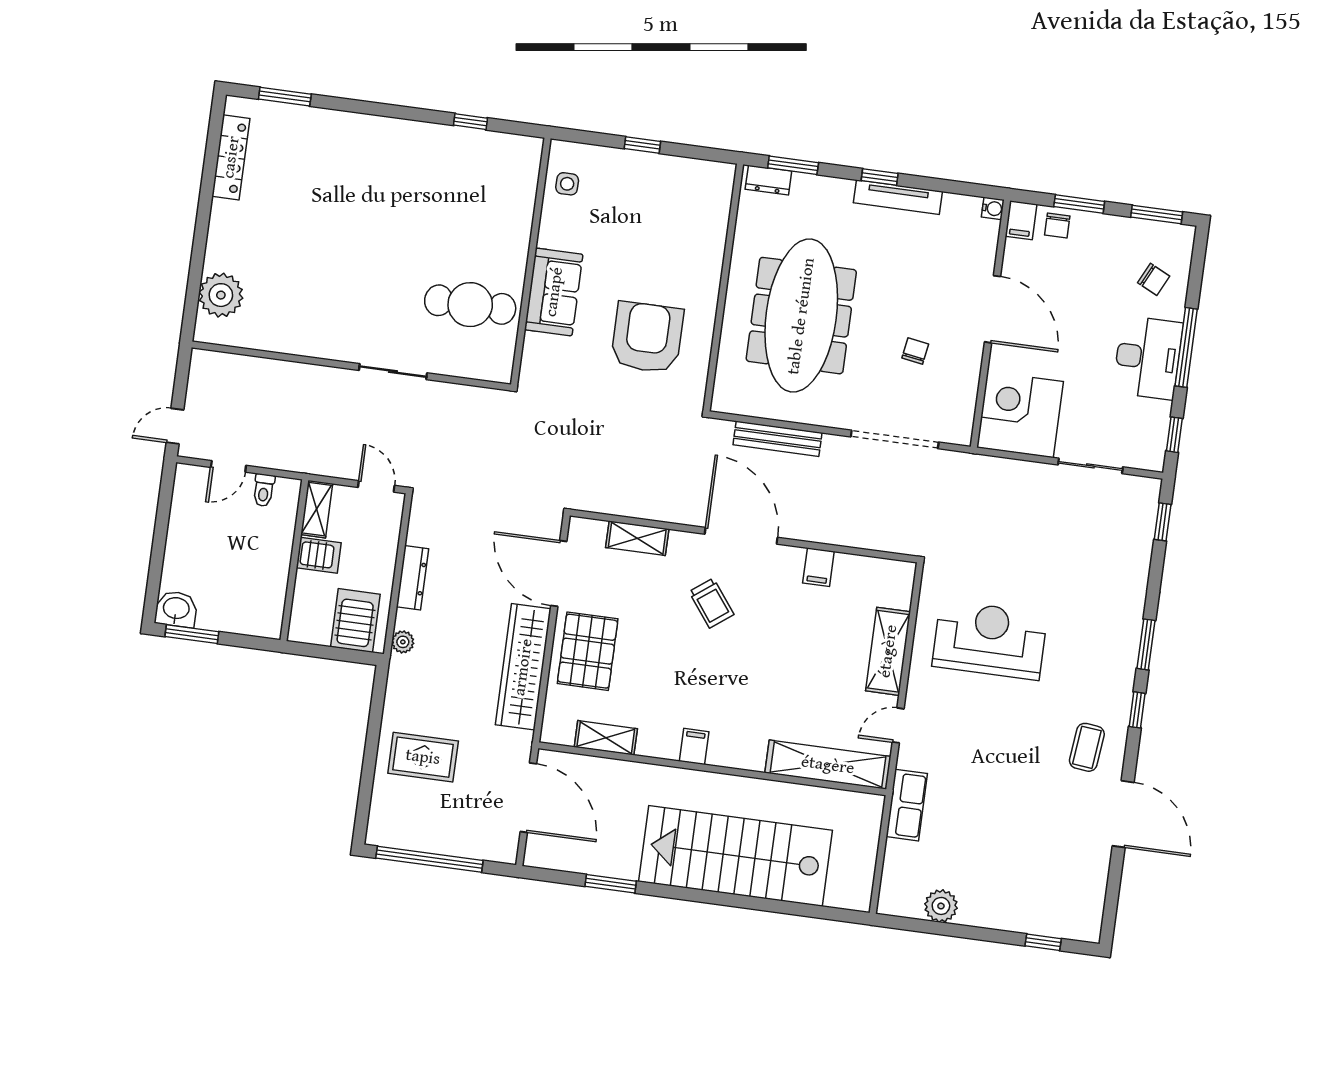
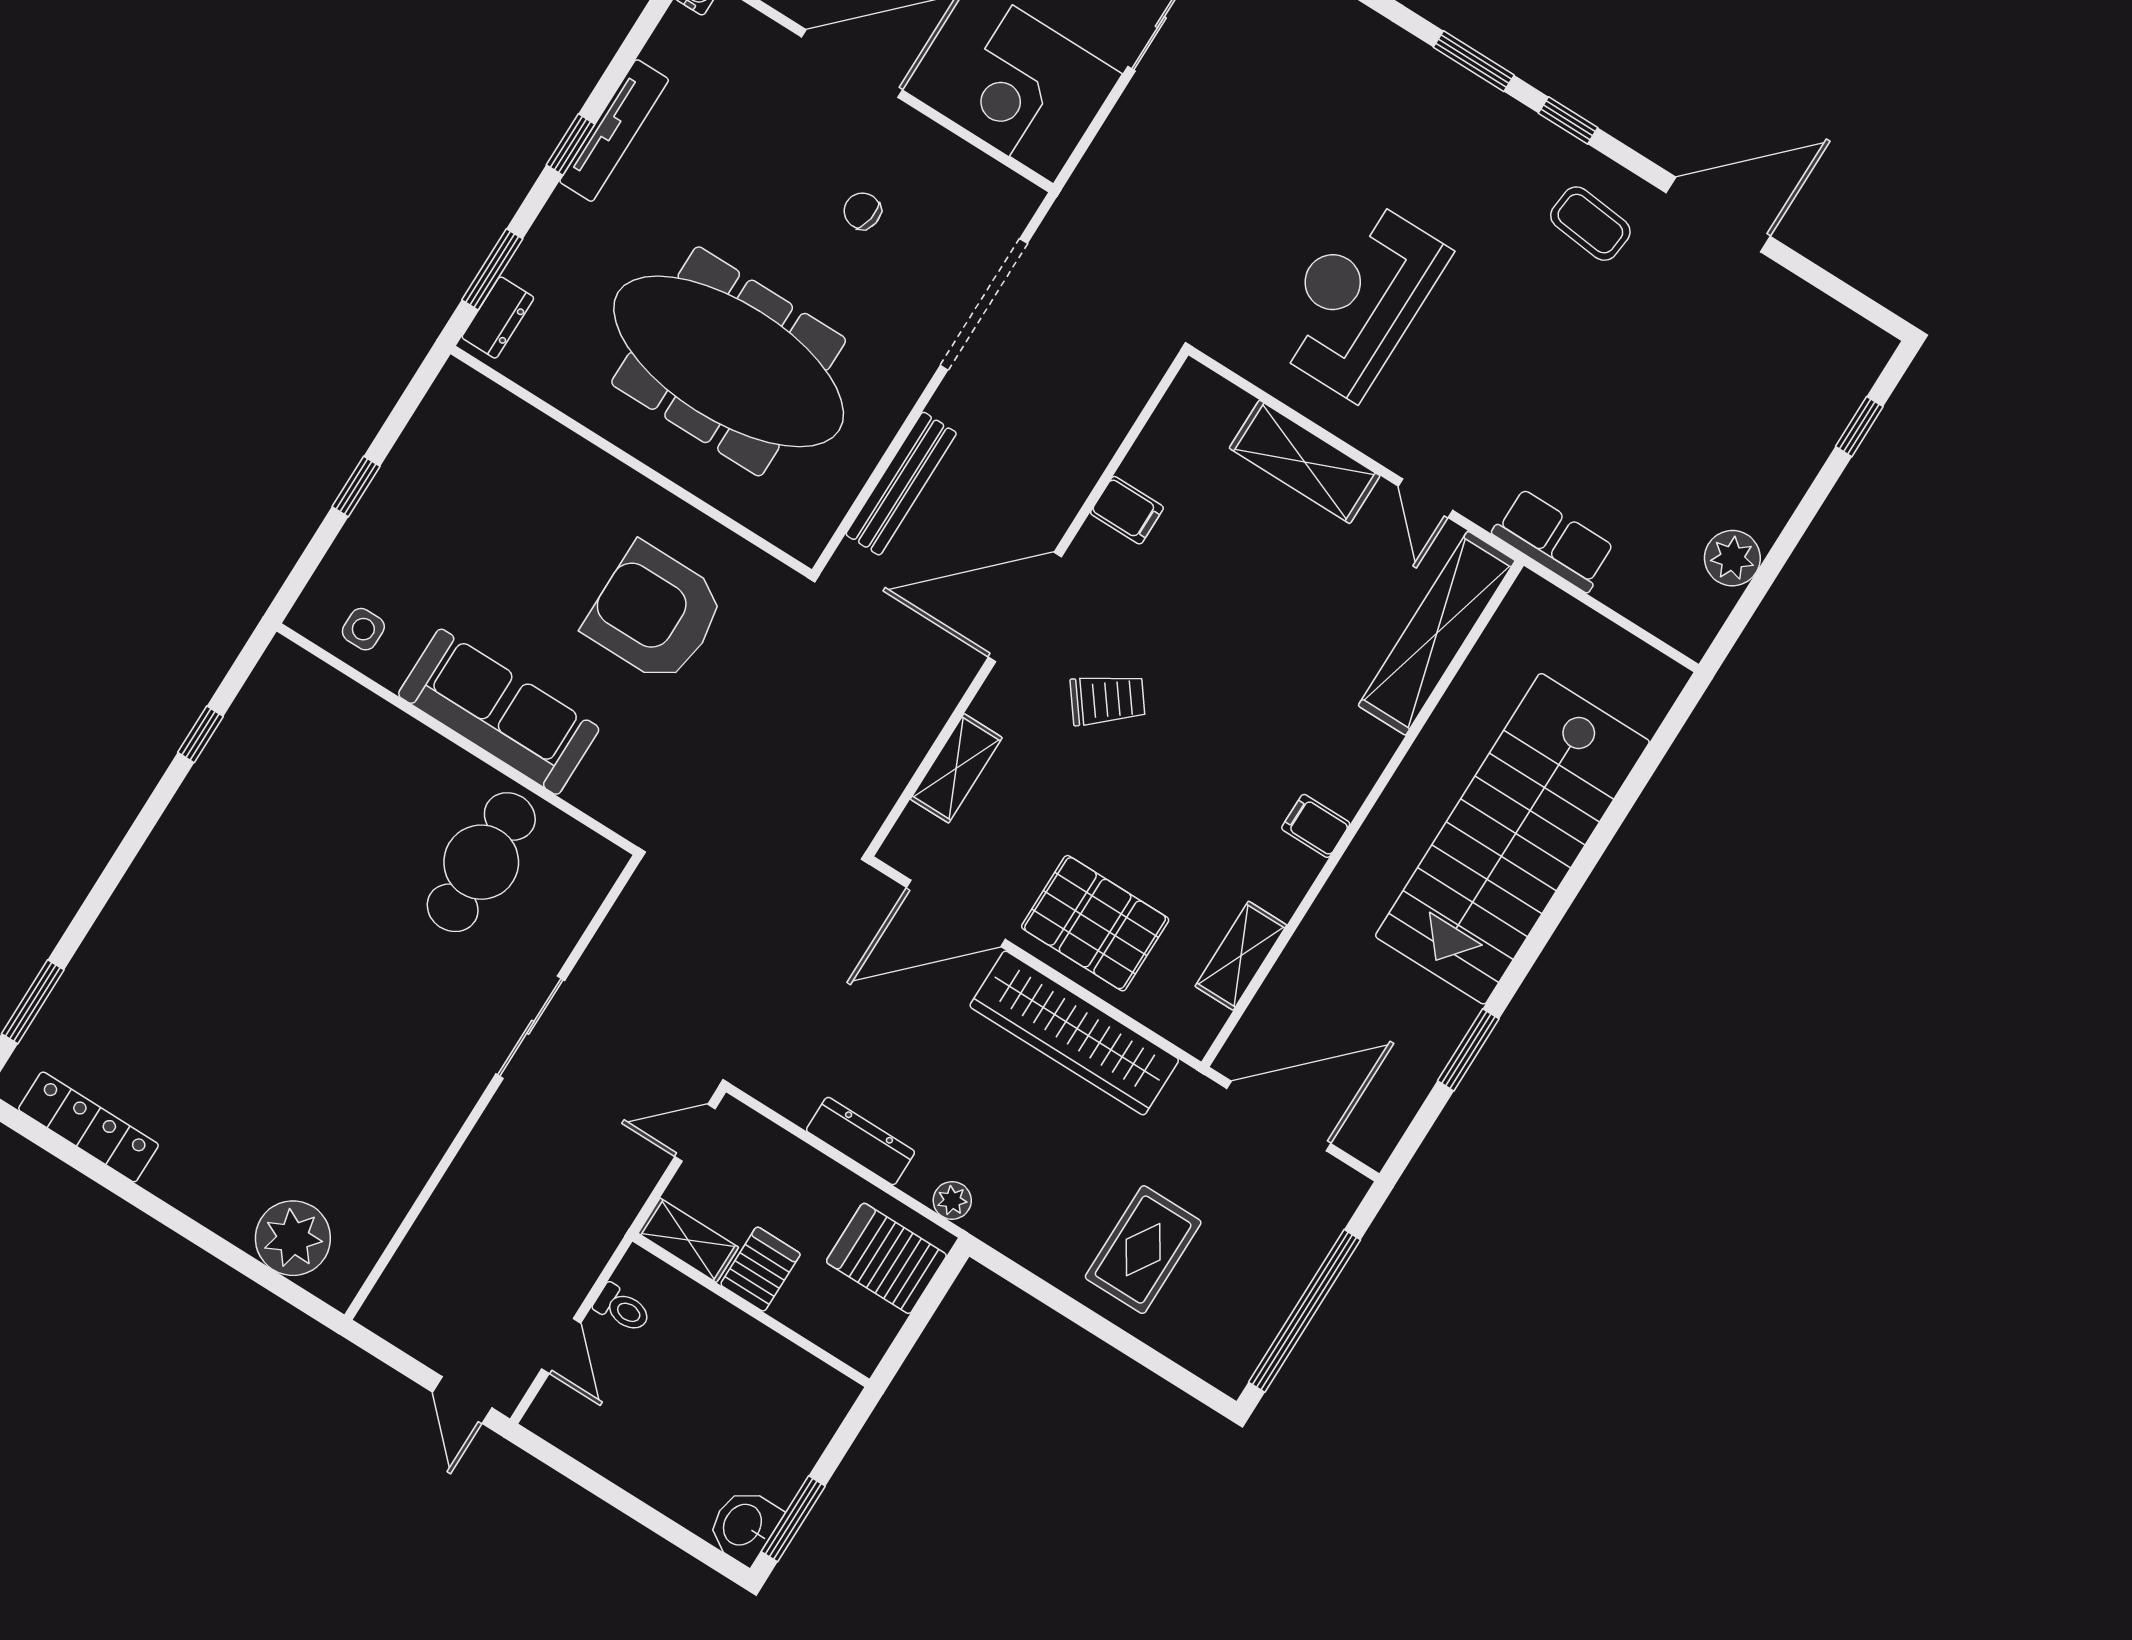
sofa: (554, 292) -> (499, 712), width x1.36

